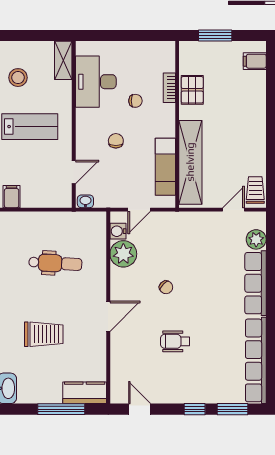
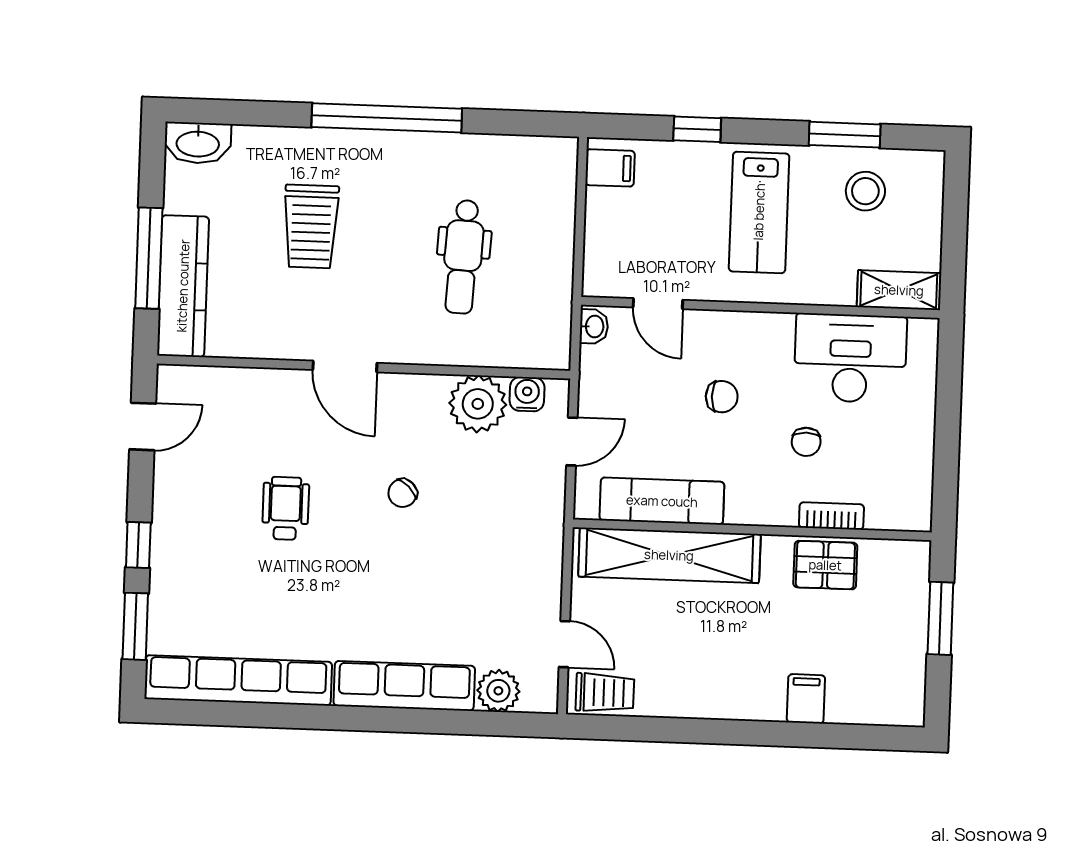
filing cabinet: (255, 61) -> (806, 699), moved
door: (139, 210) -> (572, 441), swing flipped
kitchen counter: (85, 393) -> (183, 286), width x1.50

